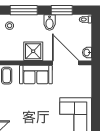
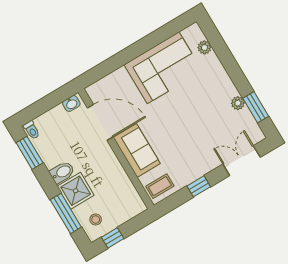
window: (62, 10) -> (30, 153), moved
shower: (33, 51) -> (76, 191), moved
door: (66, 63) -> (100, 122), swing flipped

